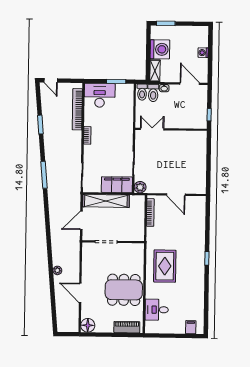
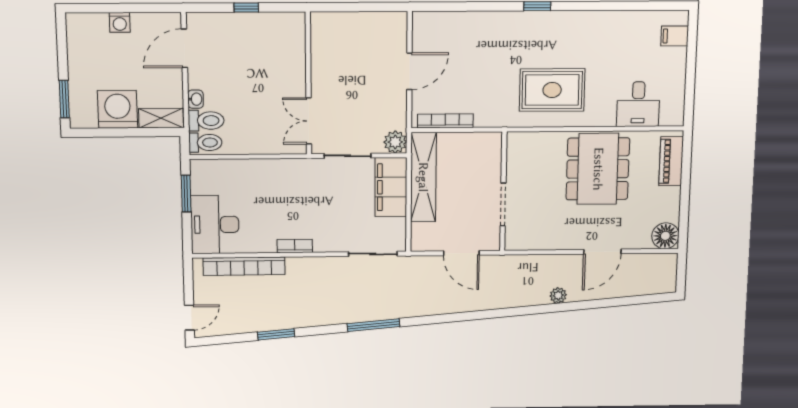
double door: (152, 129) -> (309, 121), moved
wall: (171, 129) -> (308, 84), moved
shelving: (106, 201) -> (423, 177), moved

